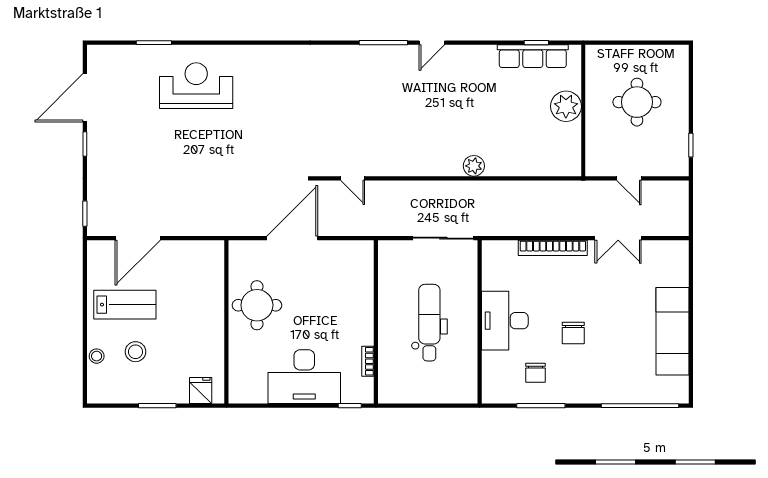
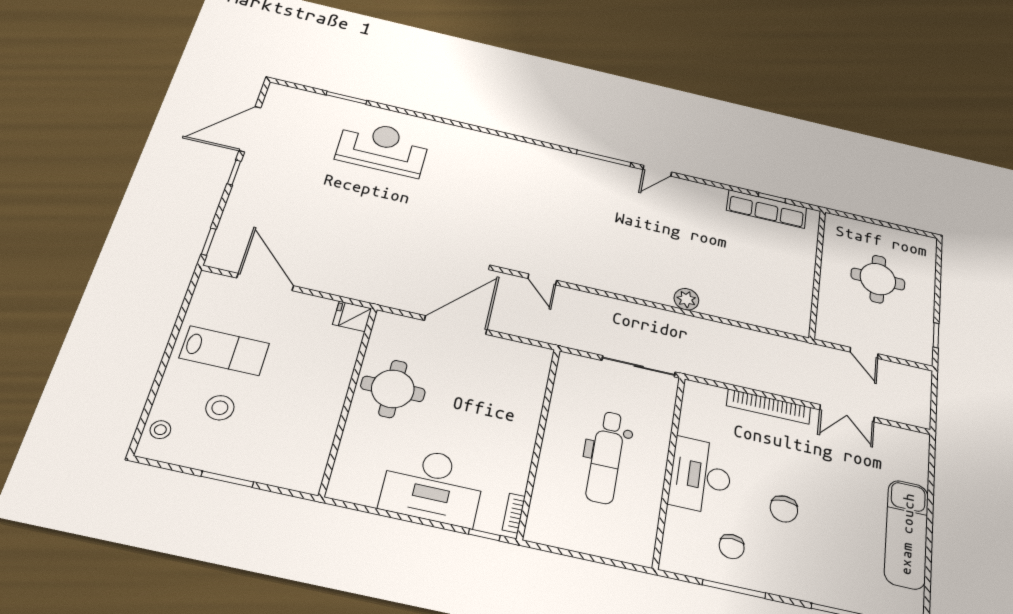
plant: (566, 106) -> (798, 265), removed
door: (138, 238) -> (265, 282), swing flipped
dental chair: (429, 323) -> (606, 457), turned 180
stool: (97, 356) -> (160, 430), moved
bookcase: (368, 361) -> (514, 513), moved
fridge: (201, 390) -> (352, 316), moved, turned -90

